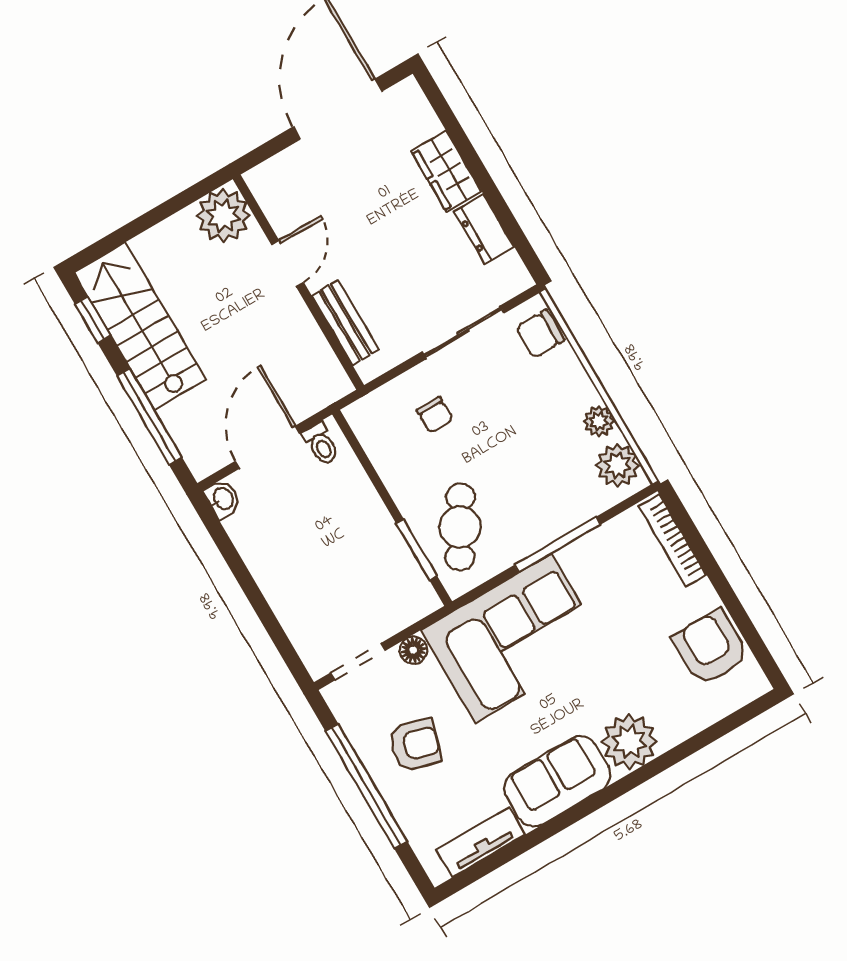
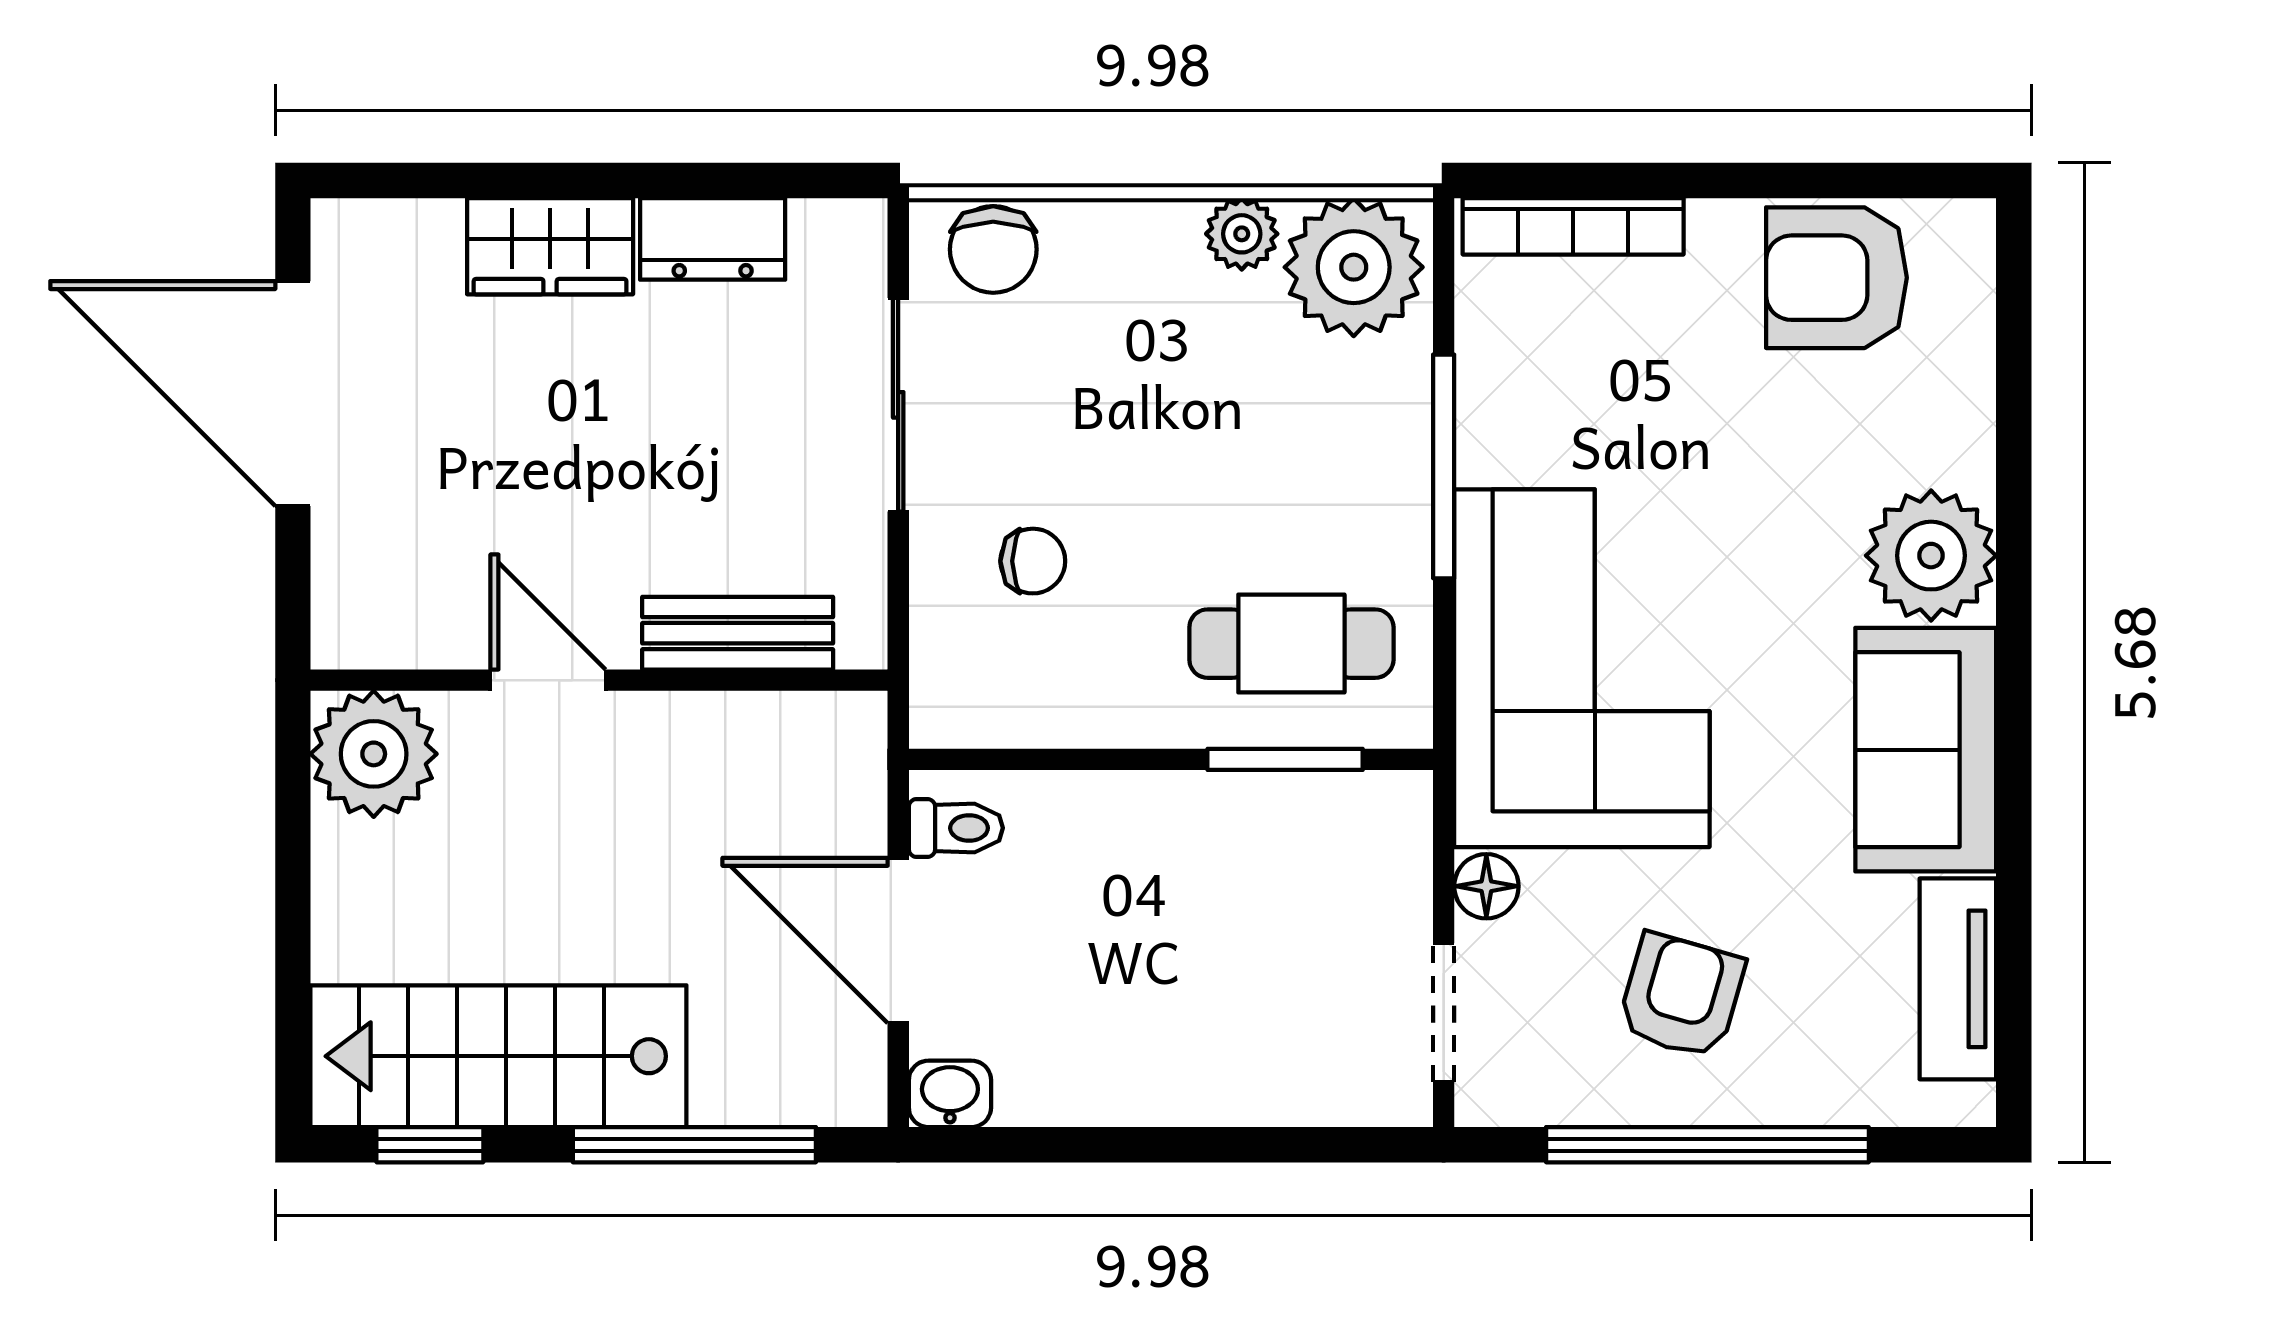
plant: (618, 465) -> (1354, 267), width x1.36, depth x1.36
cafe table: (460, 527) -> (1291, 644), turned -31

